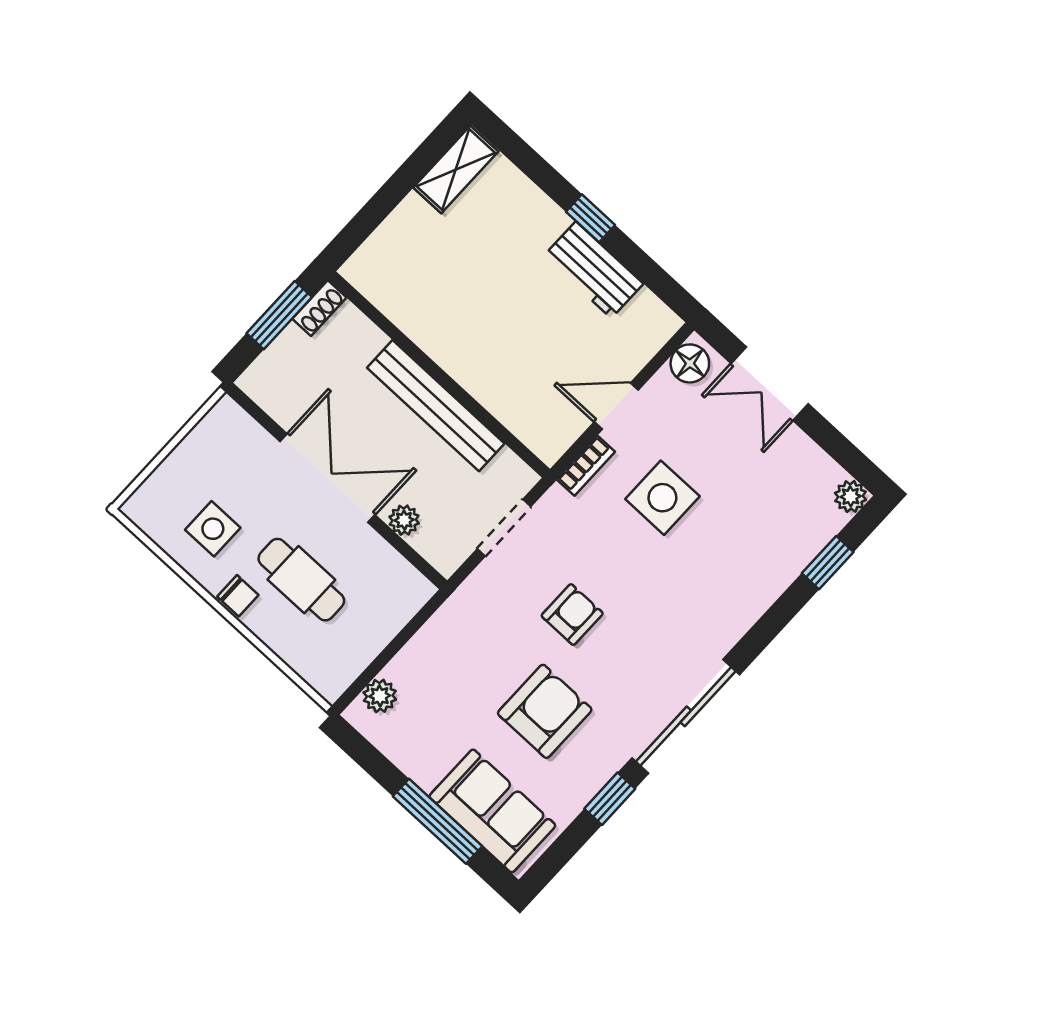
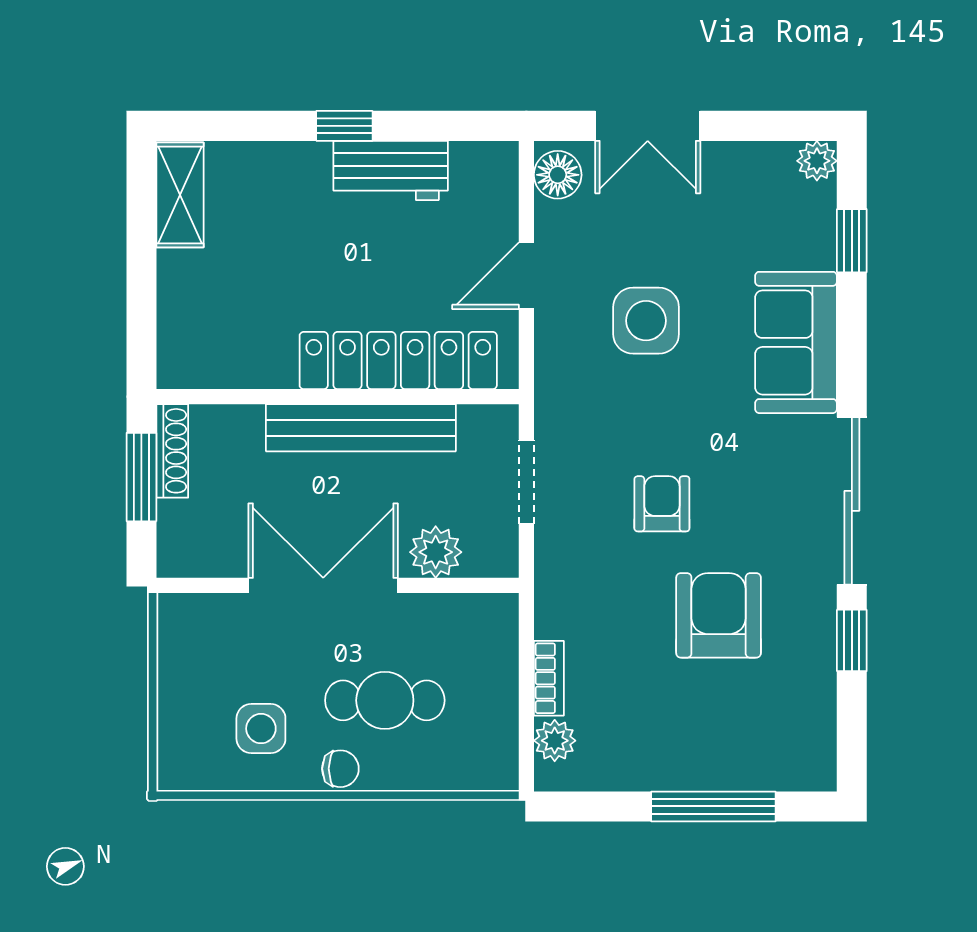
shoe rack: (319, 308) -> (172, 451), width x1.43
locker: (494, 386) -> (398, 360), added
bookcase: (586, 466) -> (549, 678), moved
plant: (404, 520) -> (436, 552), width x1.38, depth x1.38
sofa: (492, 811) -> (796, 342), moved, turned -90

